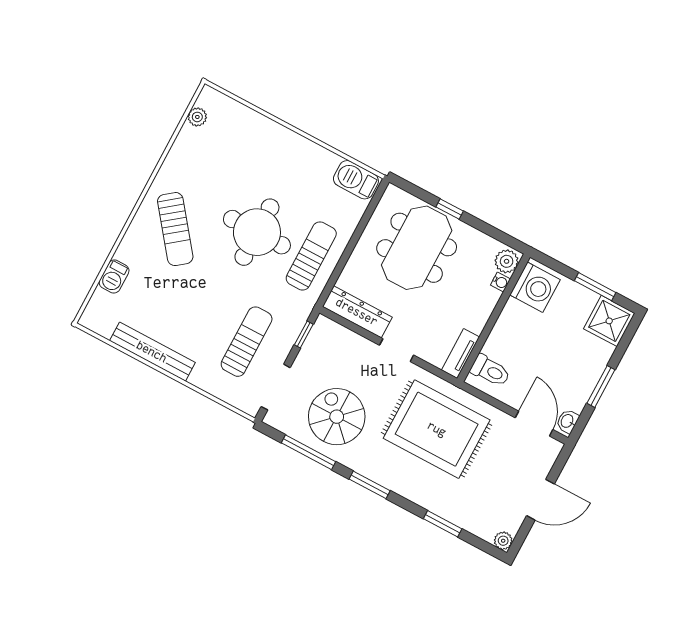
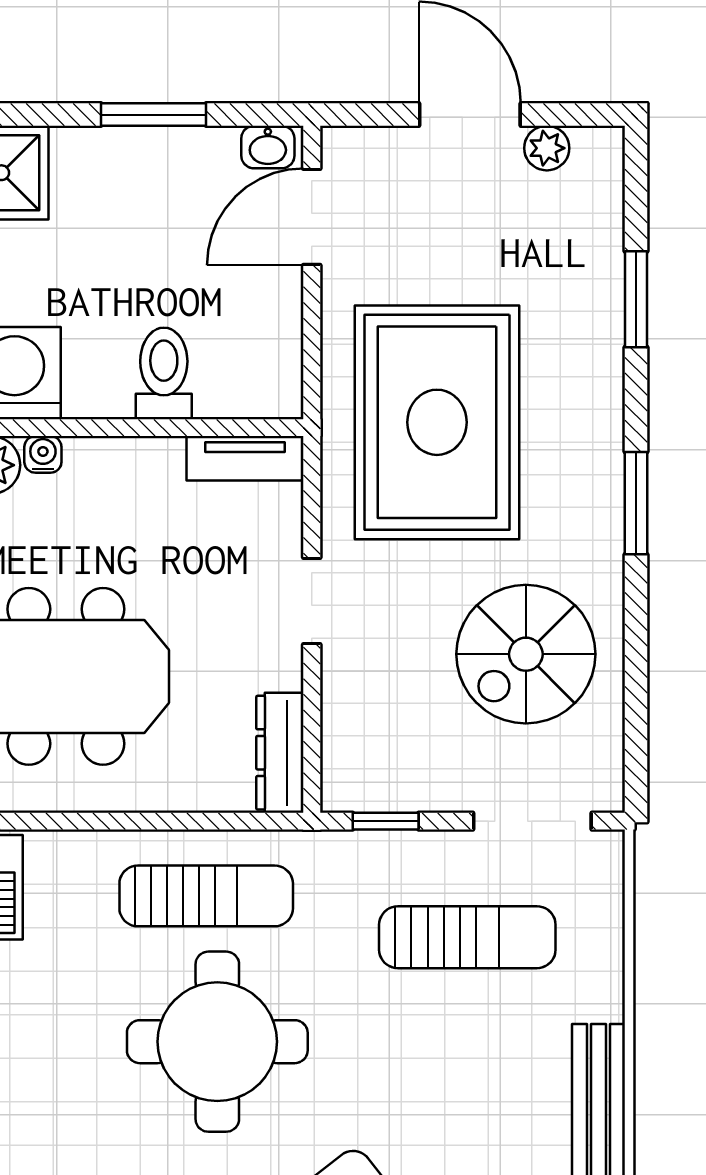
sun lounger: (311, 256) -> (206, 896), turned 180
dresser: (357, 312) -> (280, 753), width x0.73, depth x0.80
sun lounger: (247, 342) -> (467, 937), turned 180
toilet: (490, 371) -> (164, 373), moved
window: (309, 452) -> (636, 674), removed
plant: (503, 541) -> (547, 148), moved

